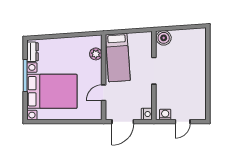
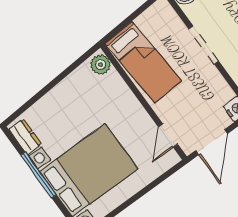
plant: (96, 54) -> (100, 65), moved
door: (104, 93) -> (168, 135), moved

